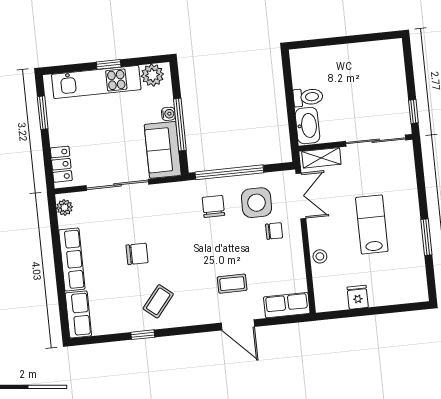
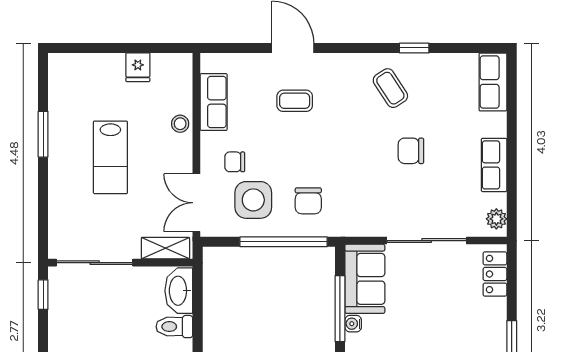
row of seats: (72, 260) -> (494, 165), width x0.68
coffee table: (158, 301) -> (390, 88), turned -72
row of seats: (287, 305) -> (214, 102), moved, turned -90

